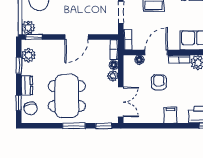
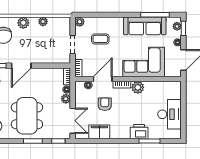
door: (77, 37) -> (21, 66), moved
filing cabinet: (170, 115) -> (99, 132), moved, width x2.00

